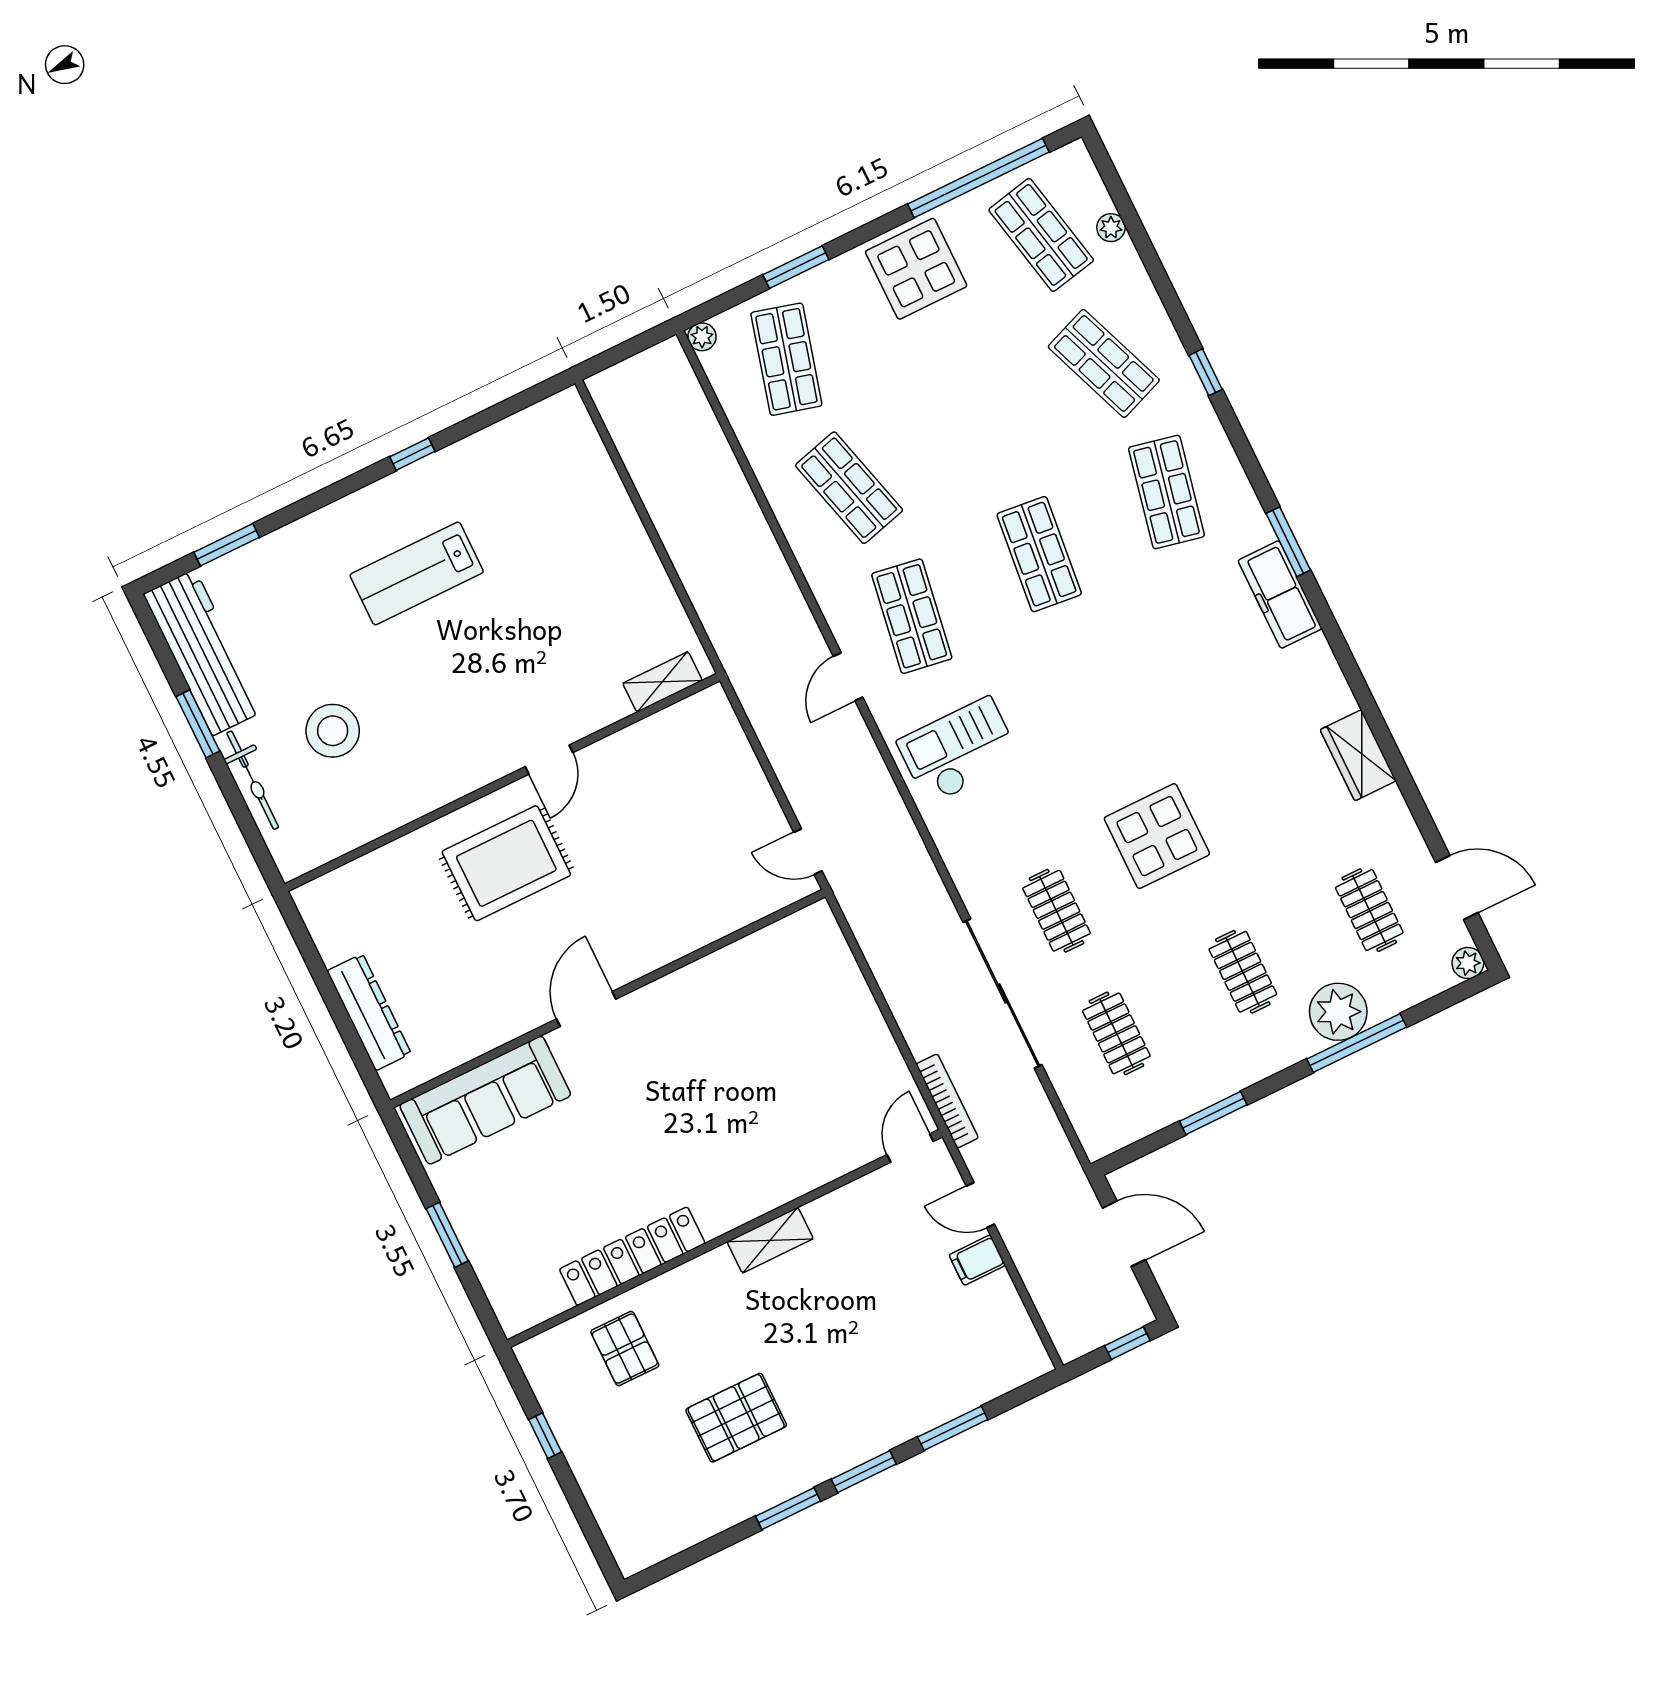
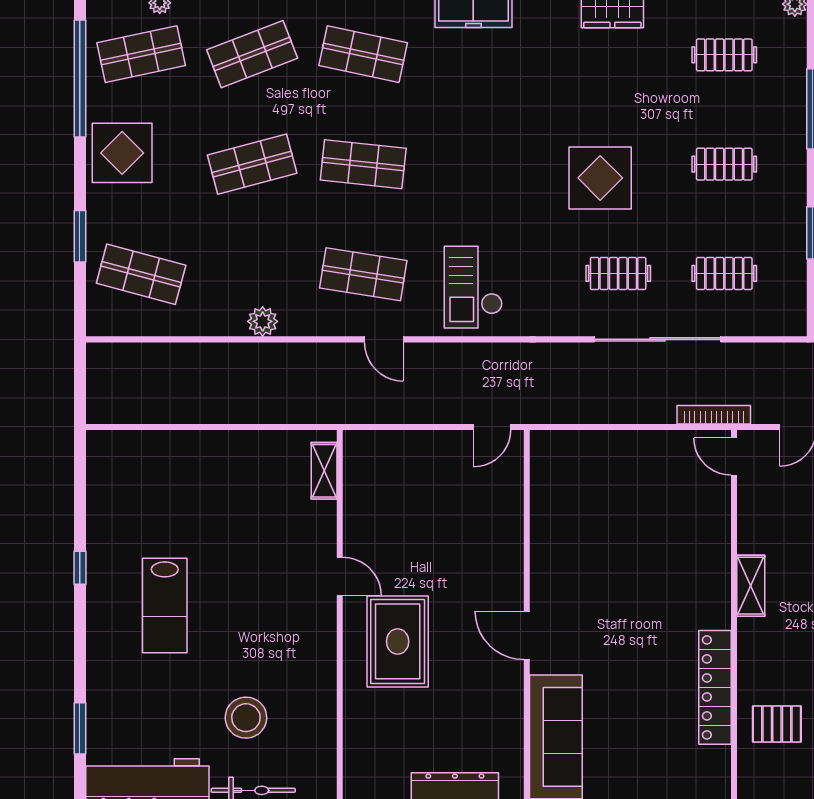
plant: (702, 337) -> (263, 321), moved, width x1.38, depth x1.38
shop shelf: (849, 488) -> (252, 164), moved
plant: (1338, 1012) -> (785, 111), removed

